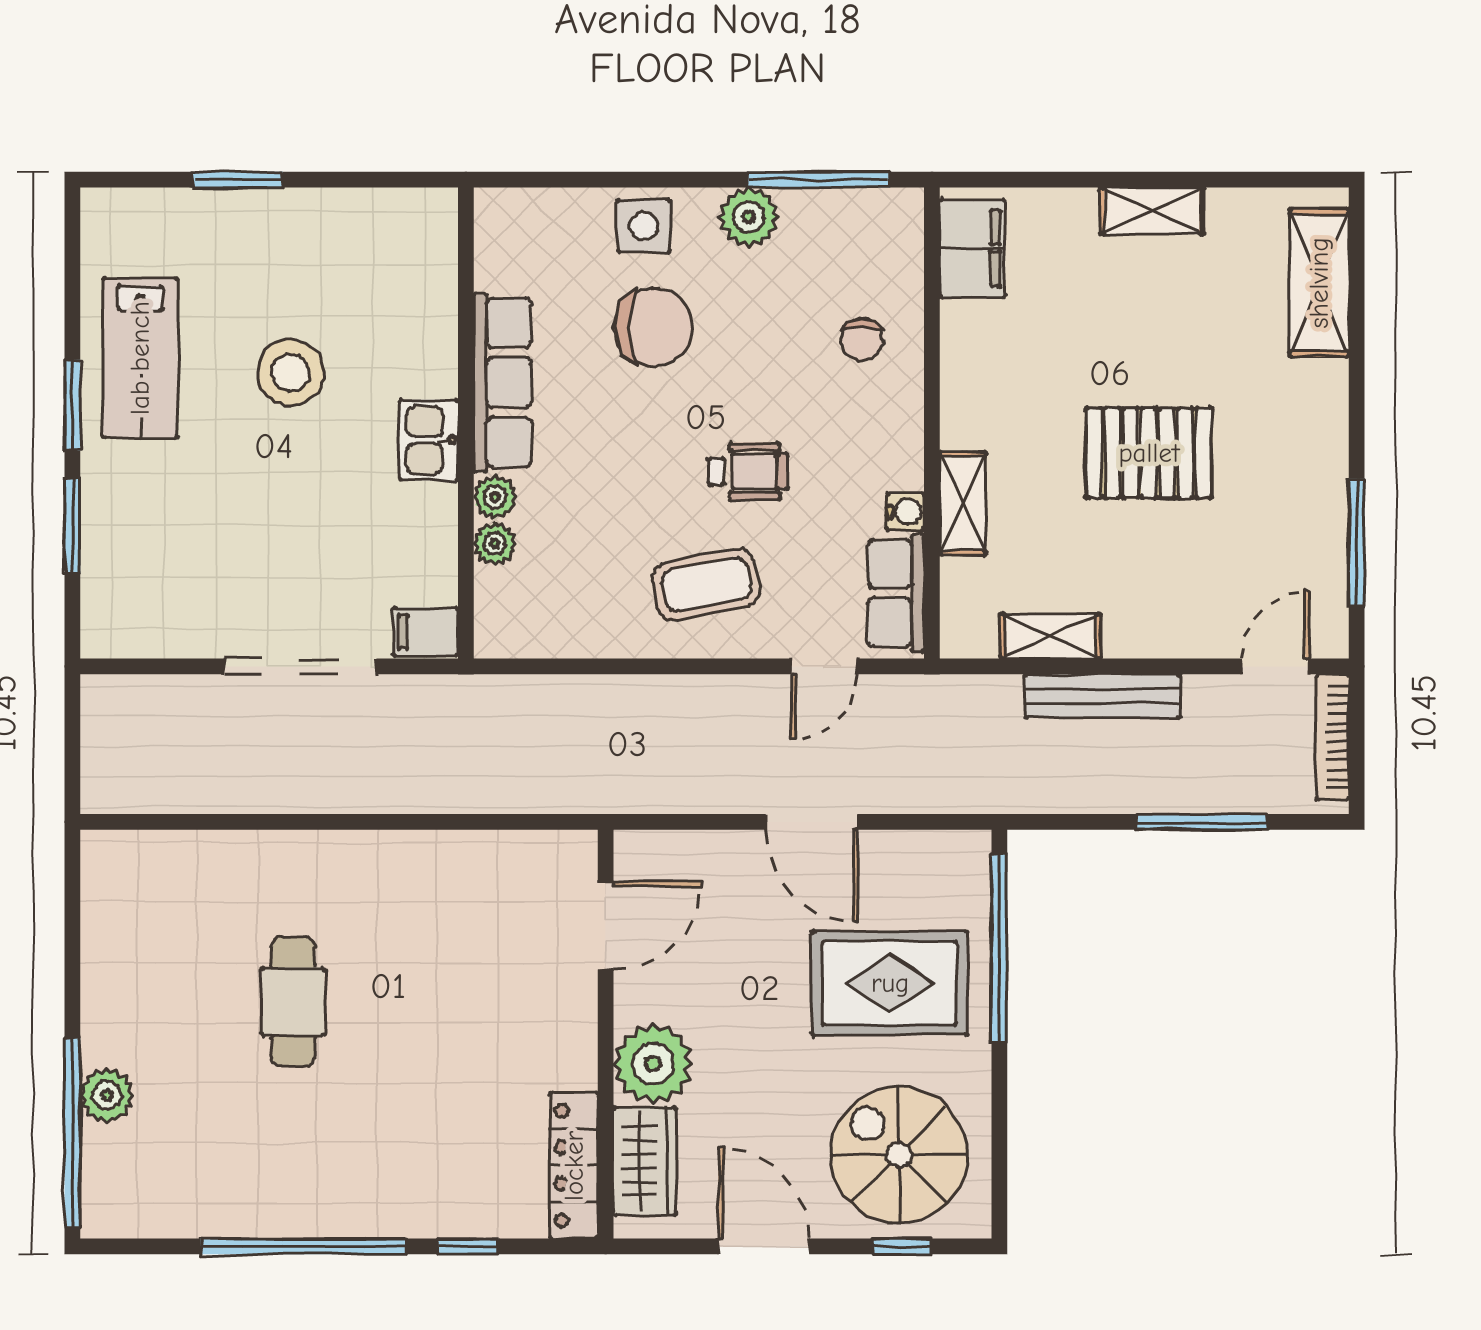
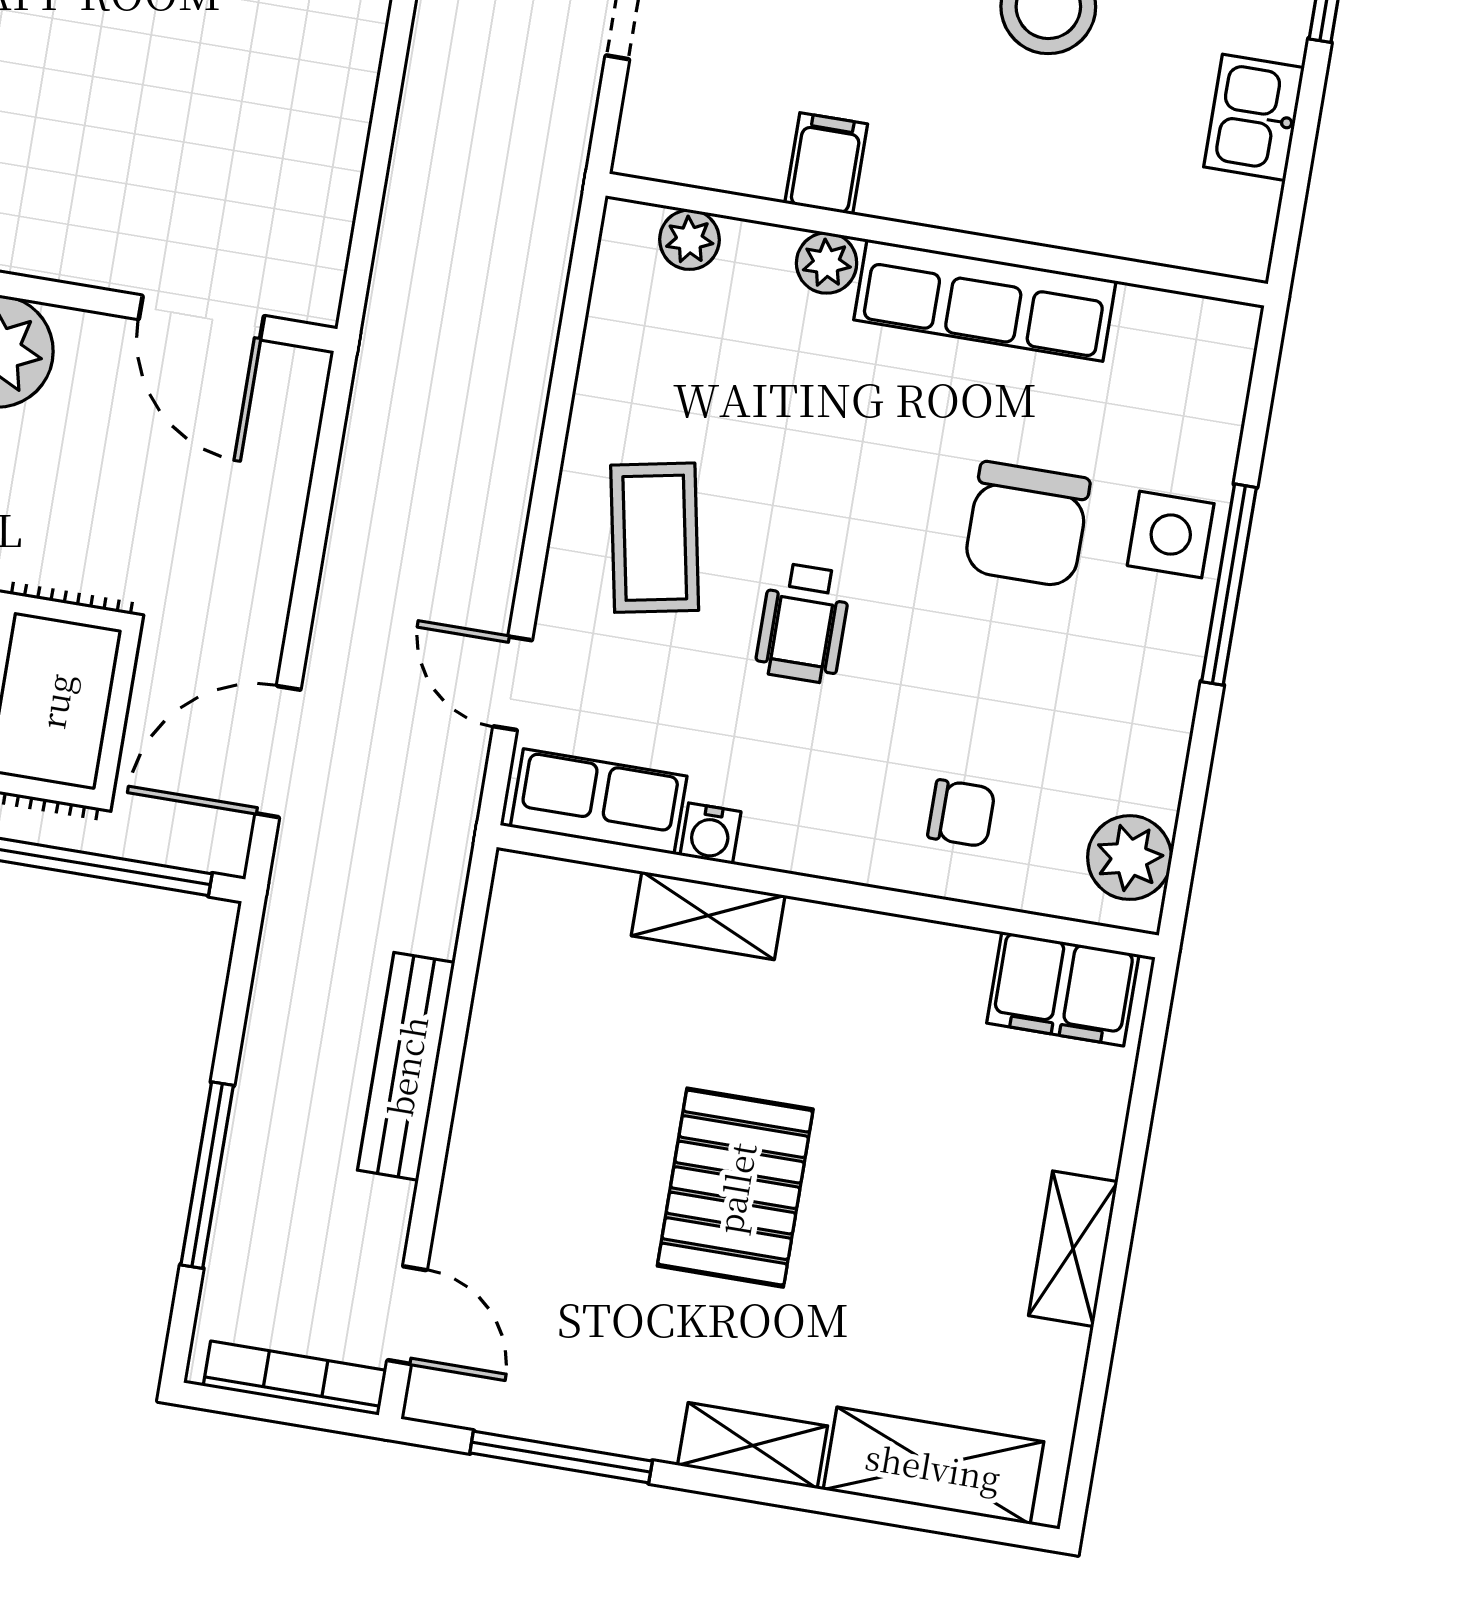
window: (819, 180) -> (1229, 585), moved
plant: (749, 217) -> (1130, 858), moved
chair: (862, 339) -> (961, 813), turned 180
kitchen sink: (429, 440) -> (1254, 117), moved, turned -90
plant: (495, 544) -> (689, 240), moved
filing cabinet: (426, 632) -> (826, 164), moved
shelving: (1051, 636) -> (753, 1446), moved, turned 90
door: (812, 822) -> (278, 752), moved

